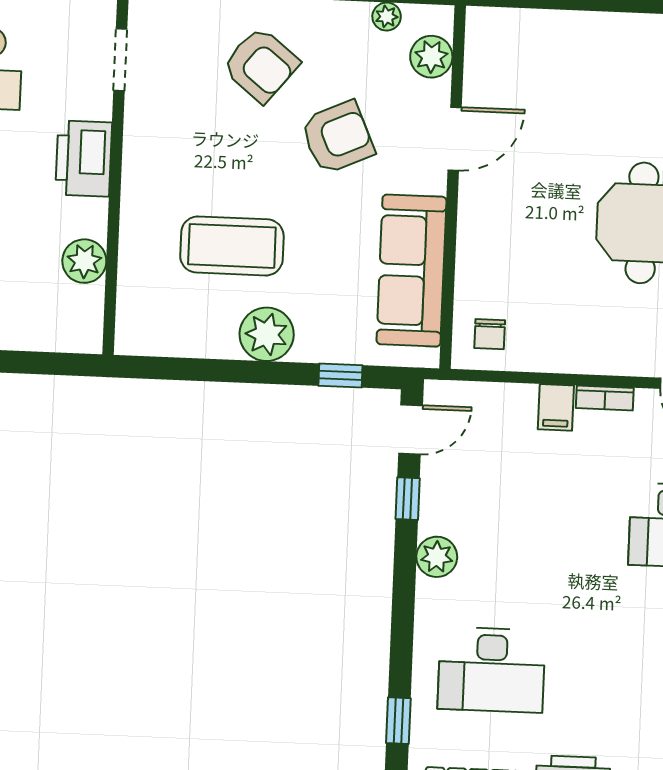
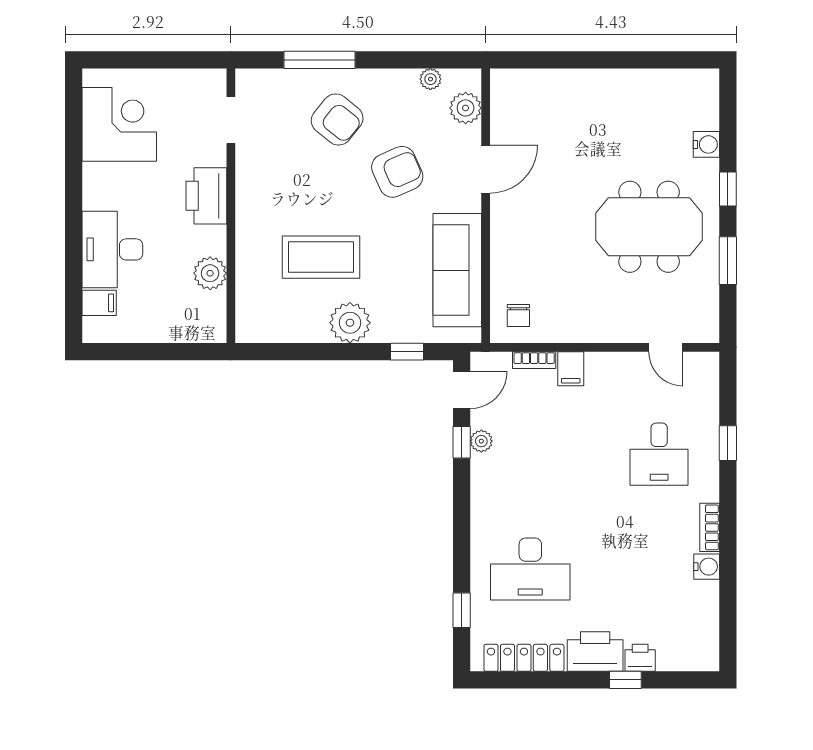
bookcase: (605, 398) -> (534, 360), moved
plant: (437, 557) -> (481, 441), moved, width x0.73, depth x0.73

